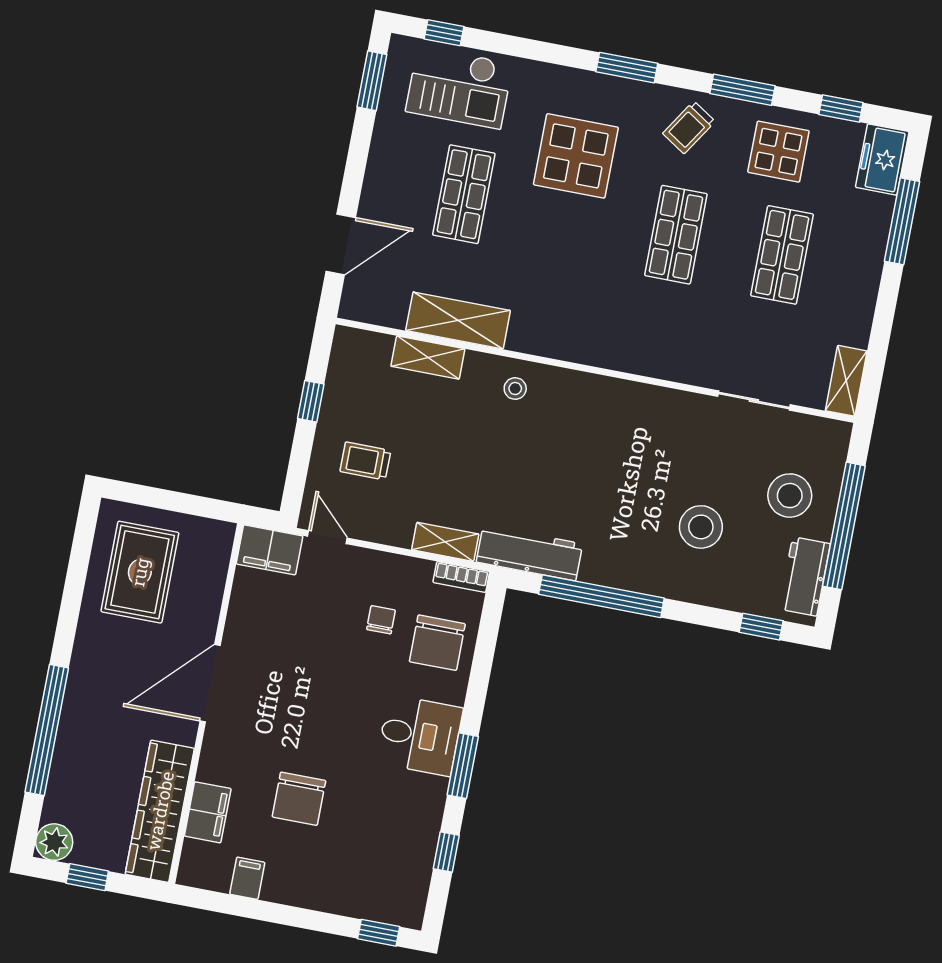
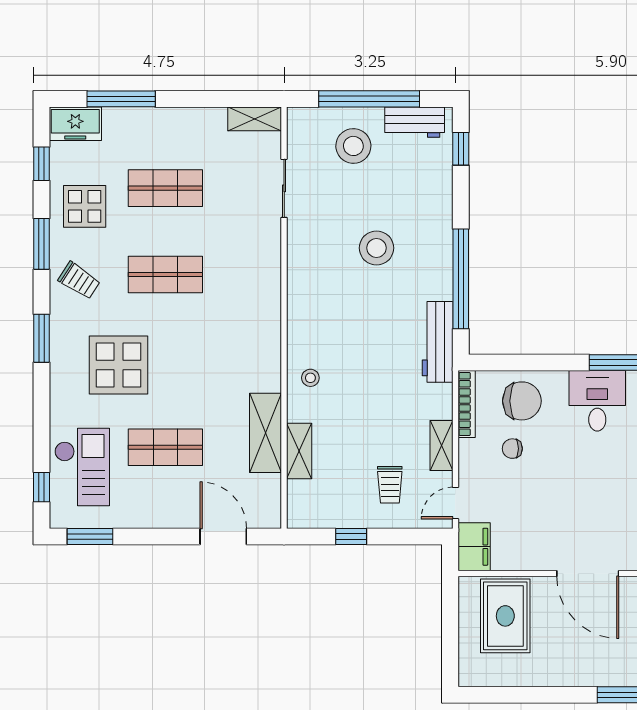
stool: (701, 527) -> (376, 248), moved
shelving: (445, 542) -> (441, 445), moved
rug: (140, 572) -> (505, 616), moved, turned 90
bookcase: (461, 577) -> (467, 404), width x1.56

